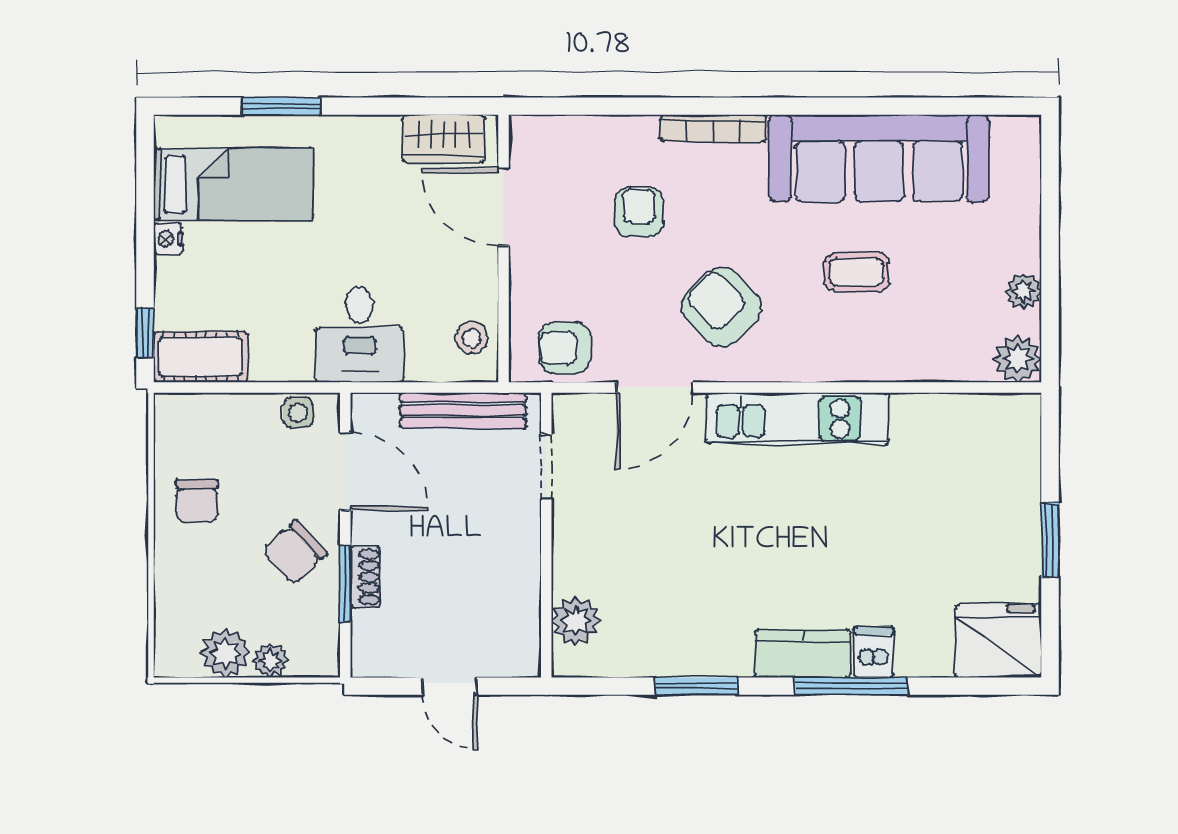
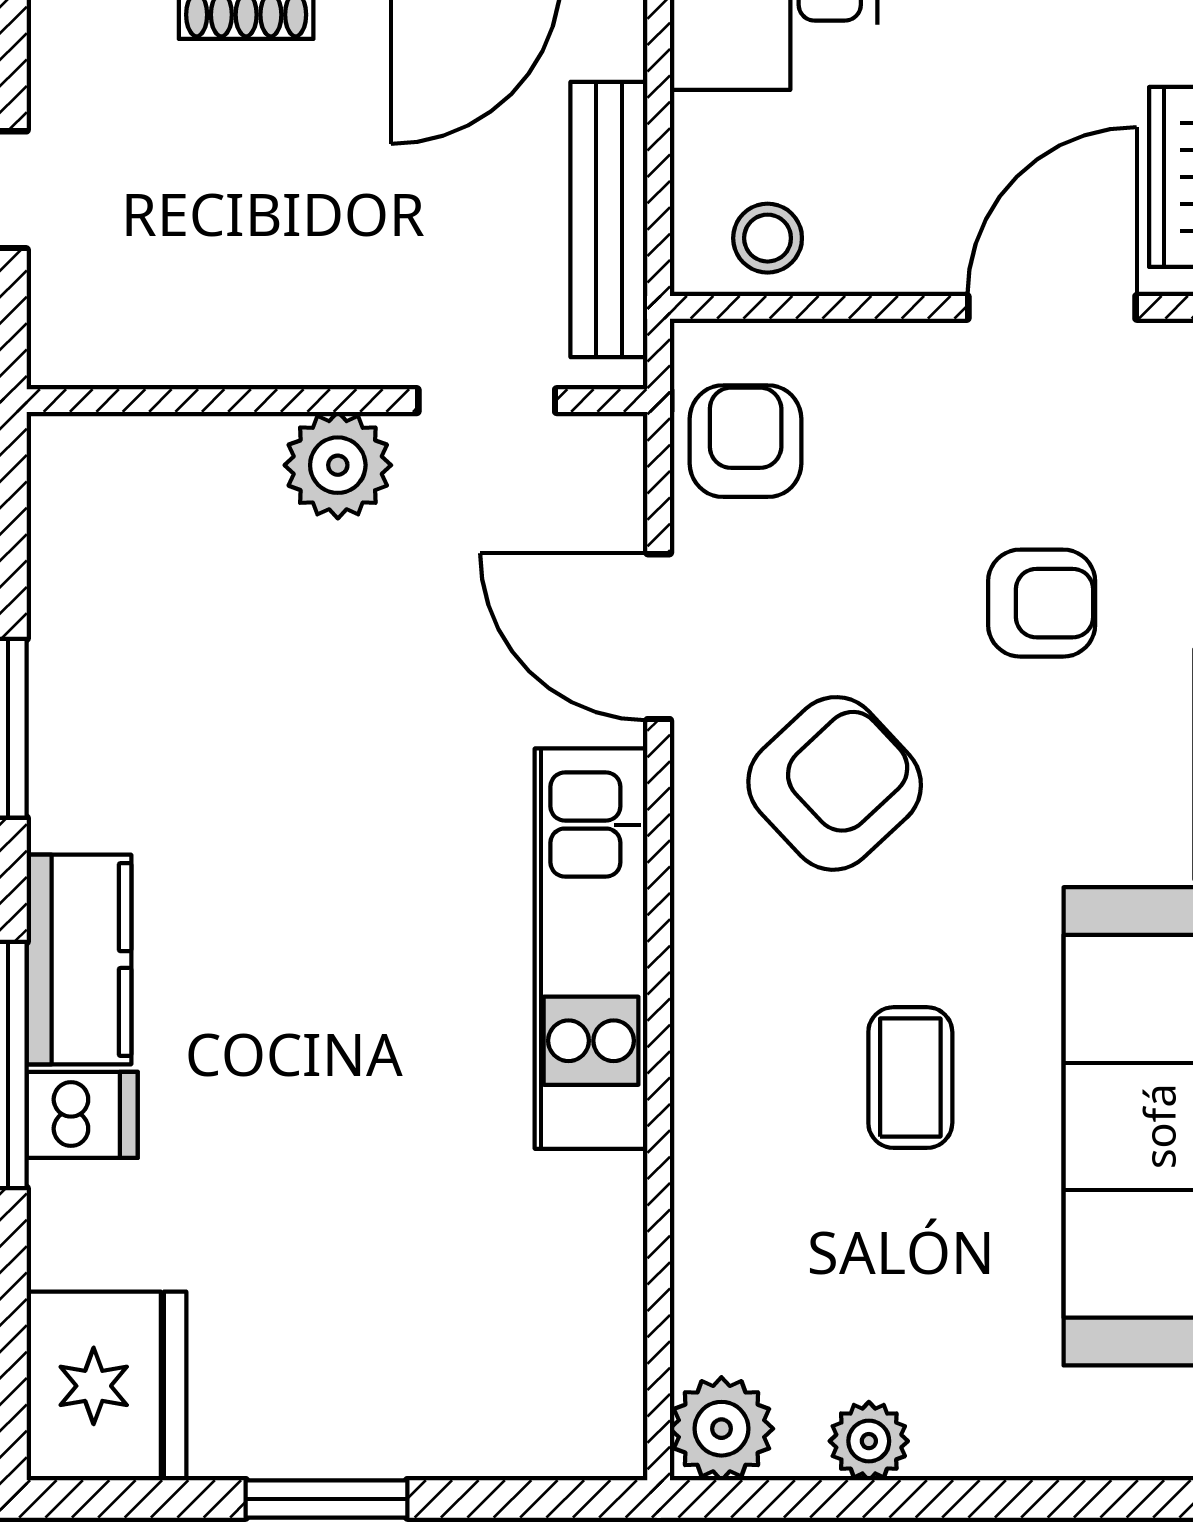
plant: (576, 621) -> (338, 465), moved

